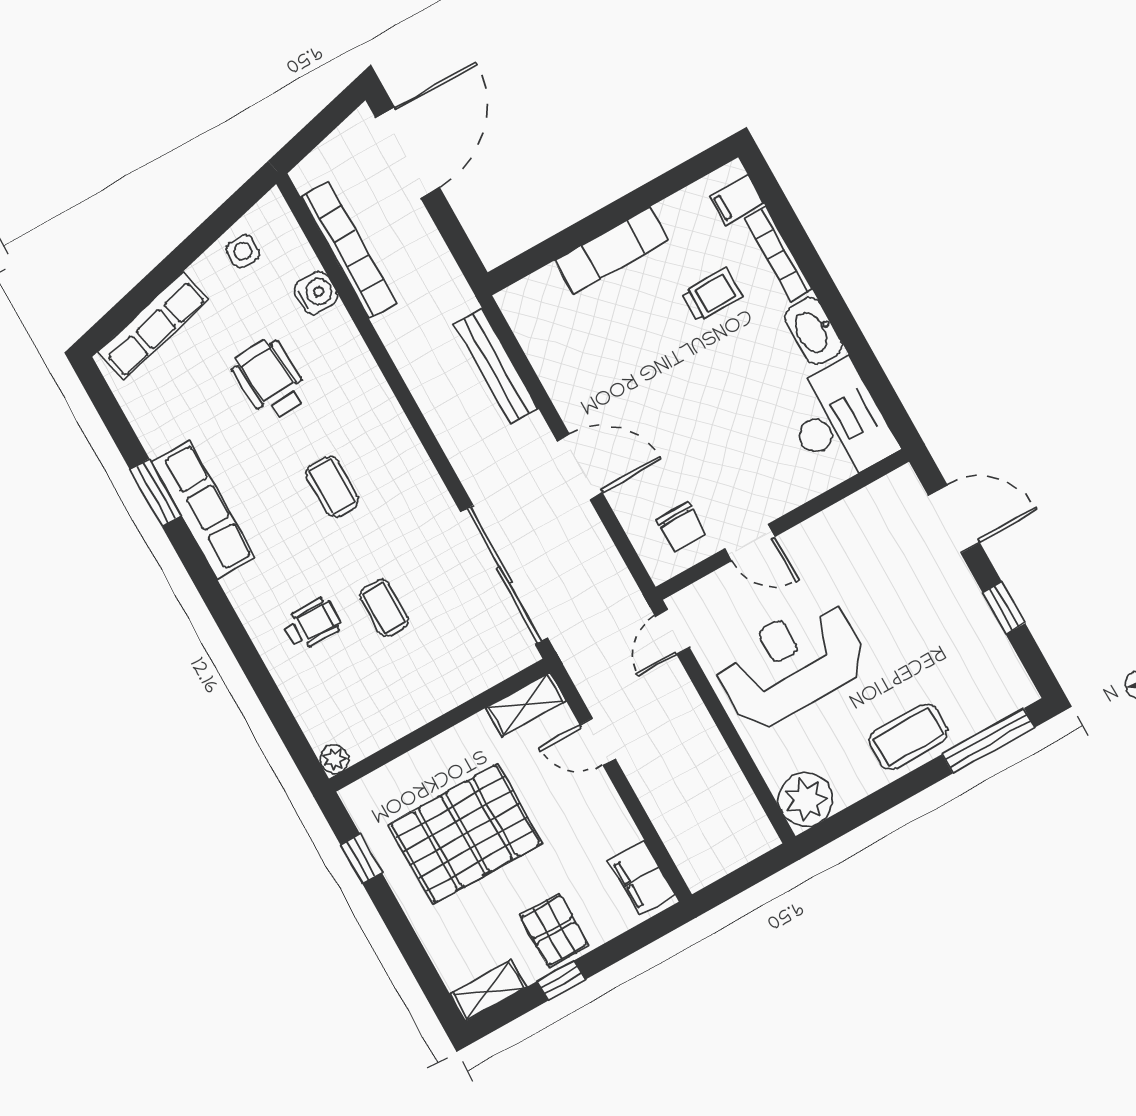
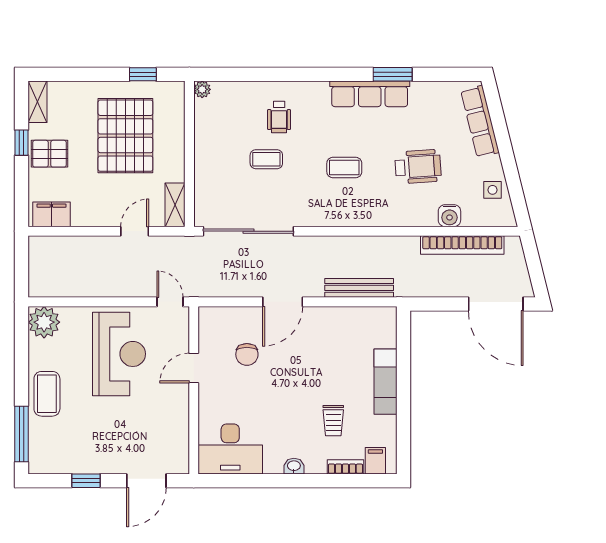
bookcase: (778, 254) -> (345, 467), width x0.64
washbasin: (813, 331) -> (294, 466), width x0.52, depth x0.69
chair: (681, 527) -> (247, 354), moved, turned -90

